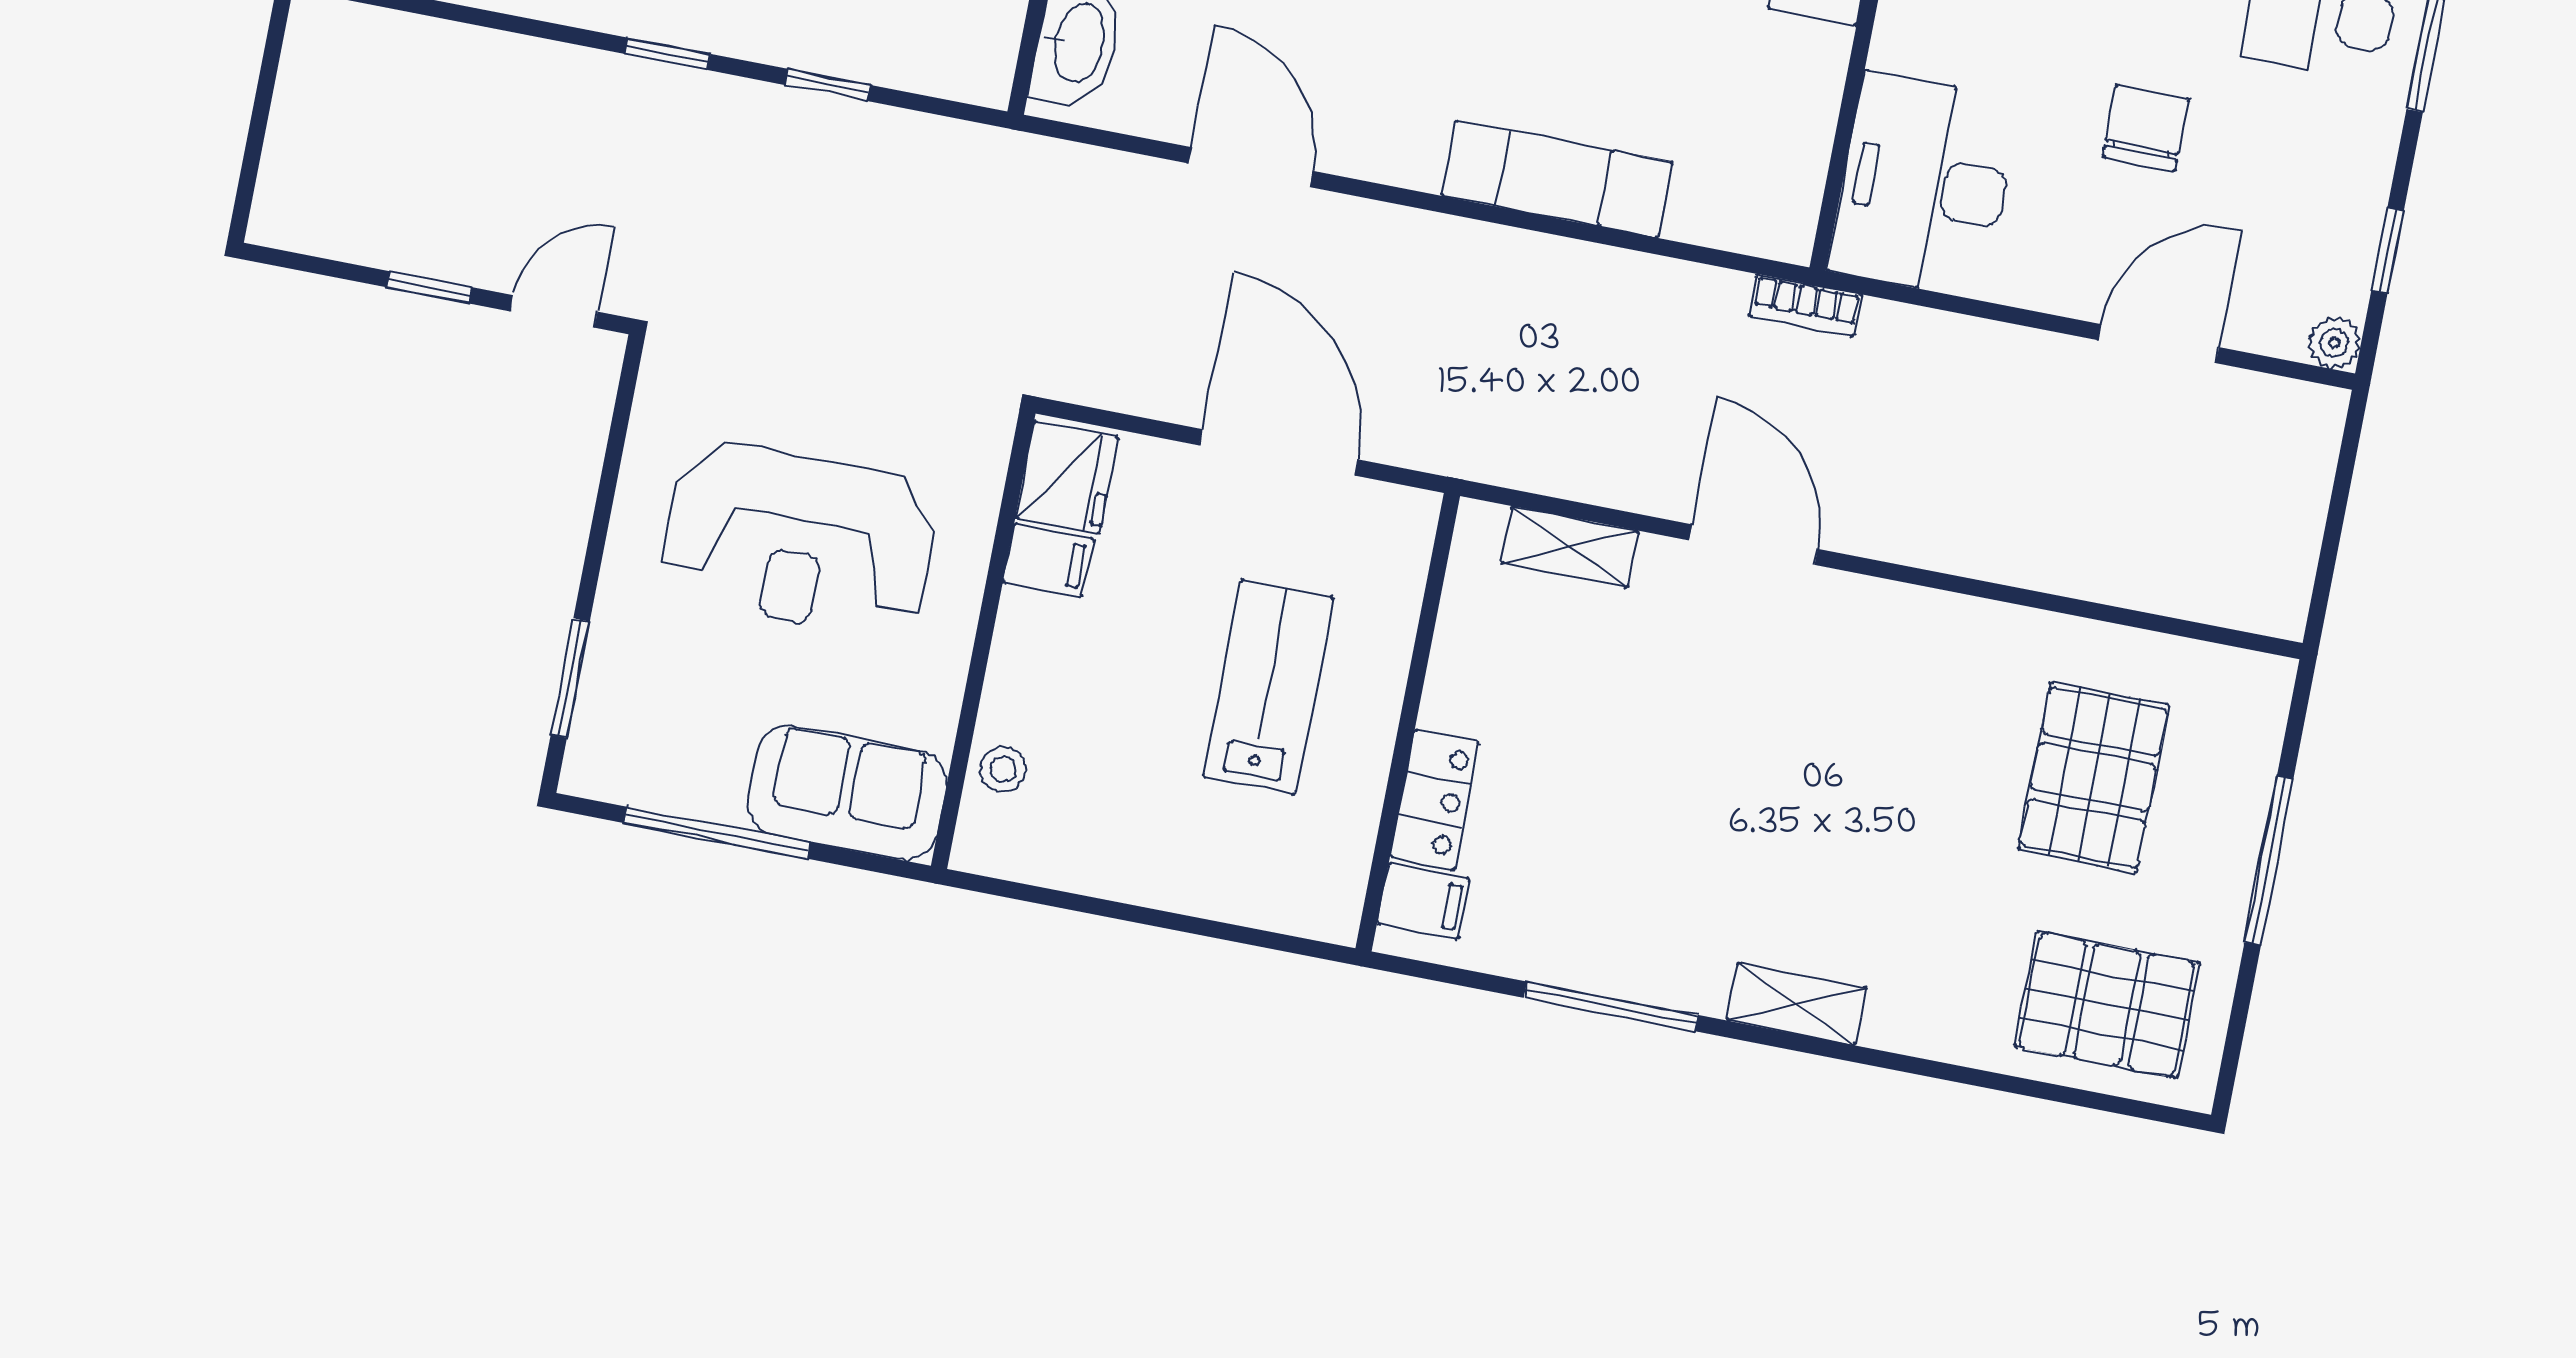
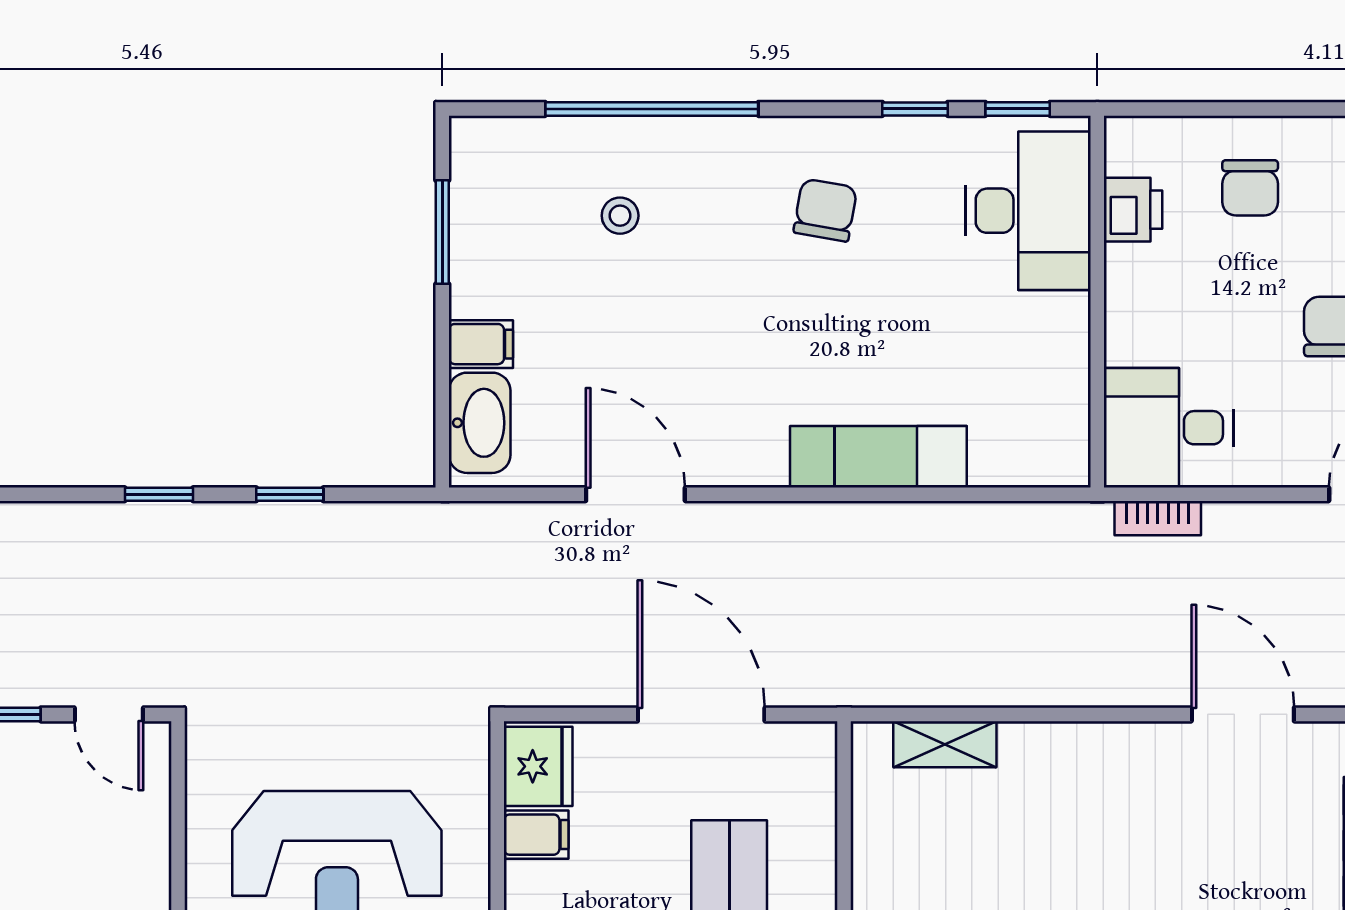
desk: (1924, 185) -> (1169, 428), width x0.73
bookcase: (1805, 305) -> (1158, 518), moved
door: (554, 311) -> (109, 714), swing flipped
door: (1753, 545) -> (1243, 714), moved

